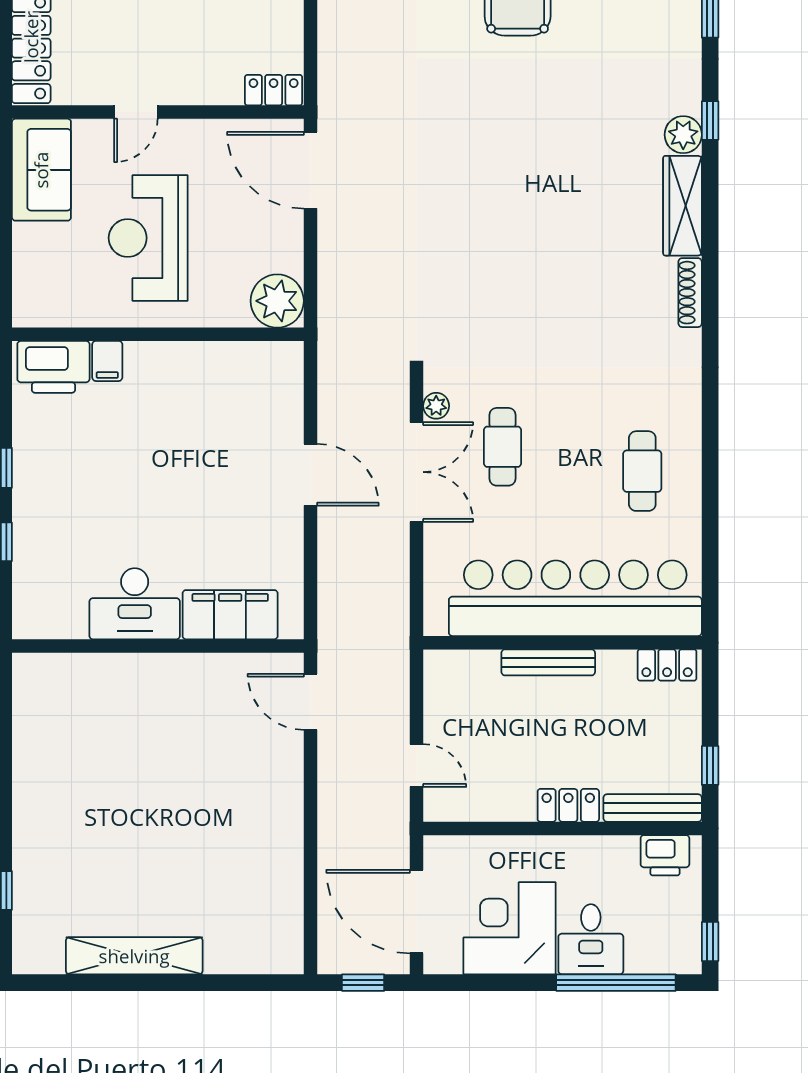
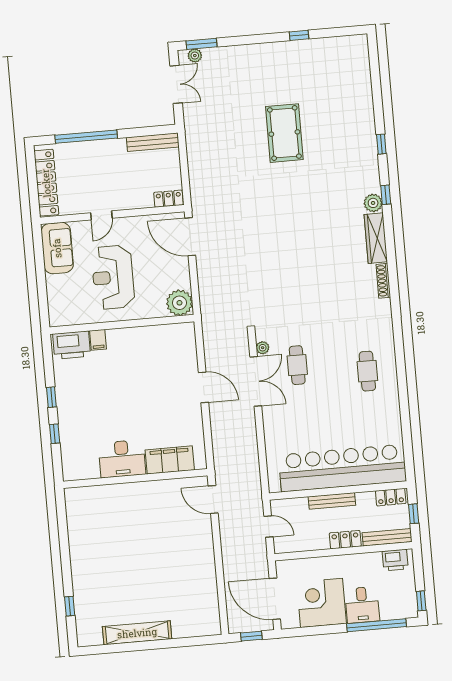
bar counter: (575, 598) -> (342, 468), moved
wall: (562, 643) -> (338, 491), moved
bench: (548, 662) -> (332, 501), moved
locker: (667, 665) -> (391, 497), moved

